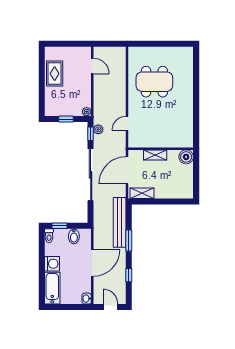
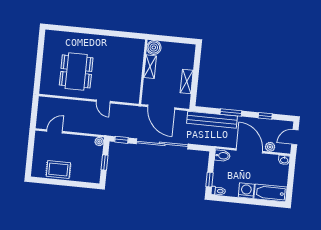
door: (127, 123) -> (103, 101), moved
plant: (98, 129) -> (270, 147), moved
shelving: (155, 155) -> (150, 67), moved
shelving: (142, 193) -> (187, 82), moved
bidet: (74, 236) -> (222, 156), moved

